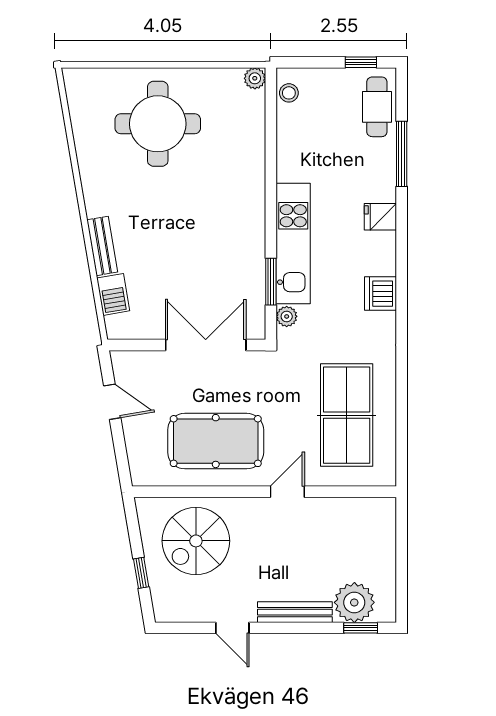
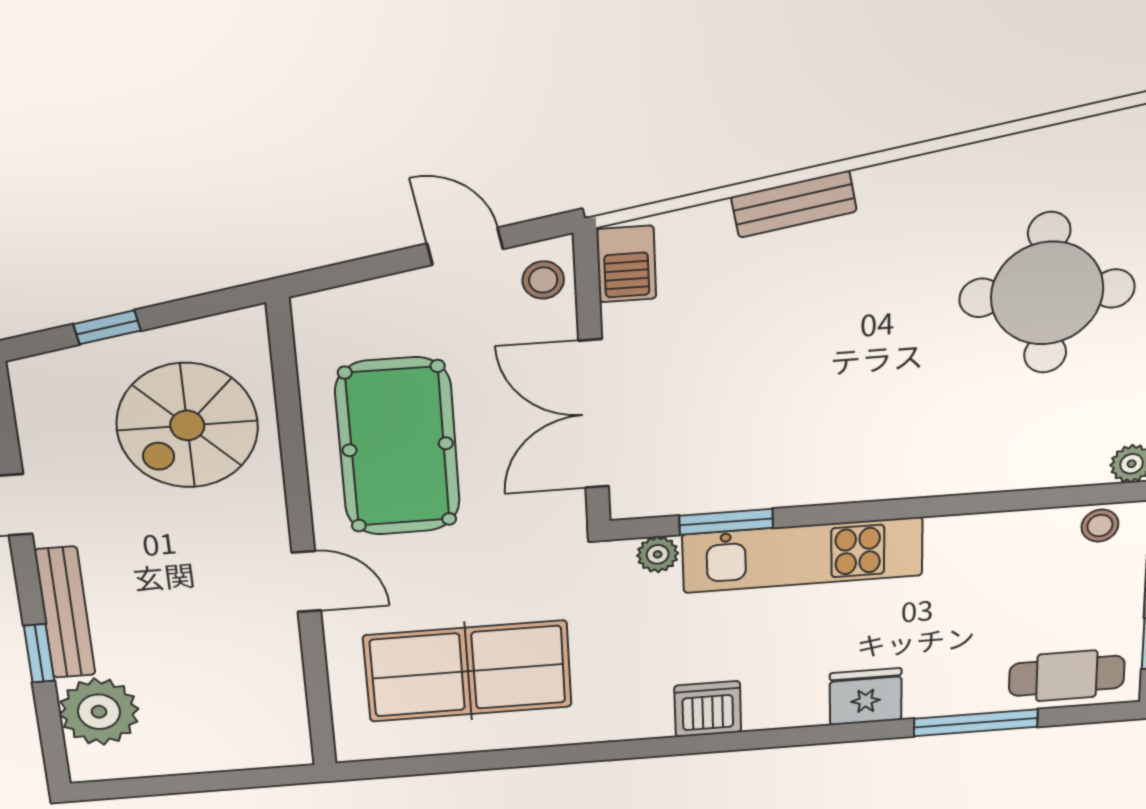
fridge: (380, 217) -> (866, 697), width x1.38
barbecue: (113, 294) -> (626, 264), moved, turned -80
double door: (206, 345) -> (594, 414), swing flipped
stool: (132, 366) -> (543, 280), added
door: (112, 402) -> (465, 246), swing flipped
spiral stairs: (196, 541) -> (187, 425), turned -90
window: (361, 628) -> (39, 653), moved

